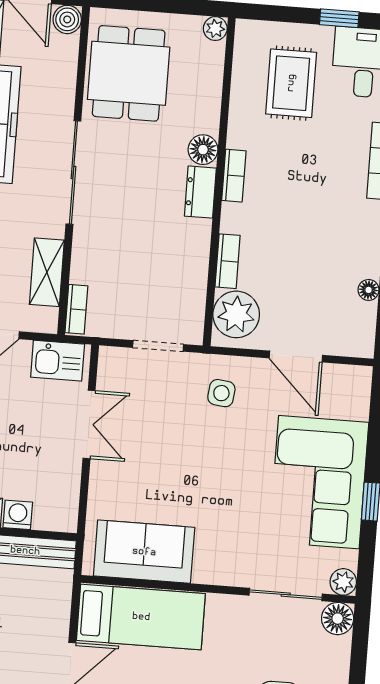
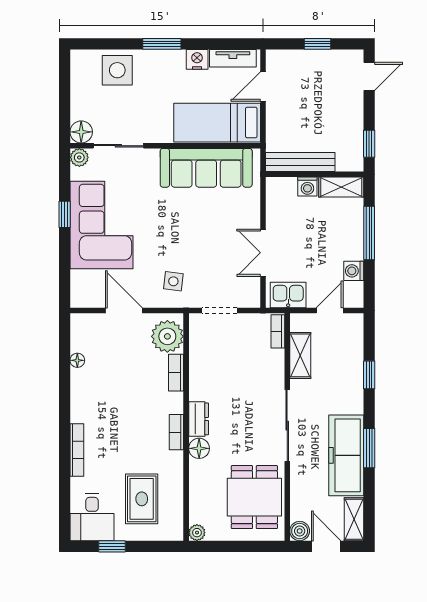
sofa: (144, 552) -> (206, 168), width x1.36

